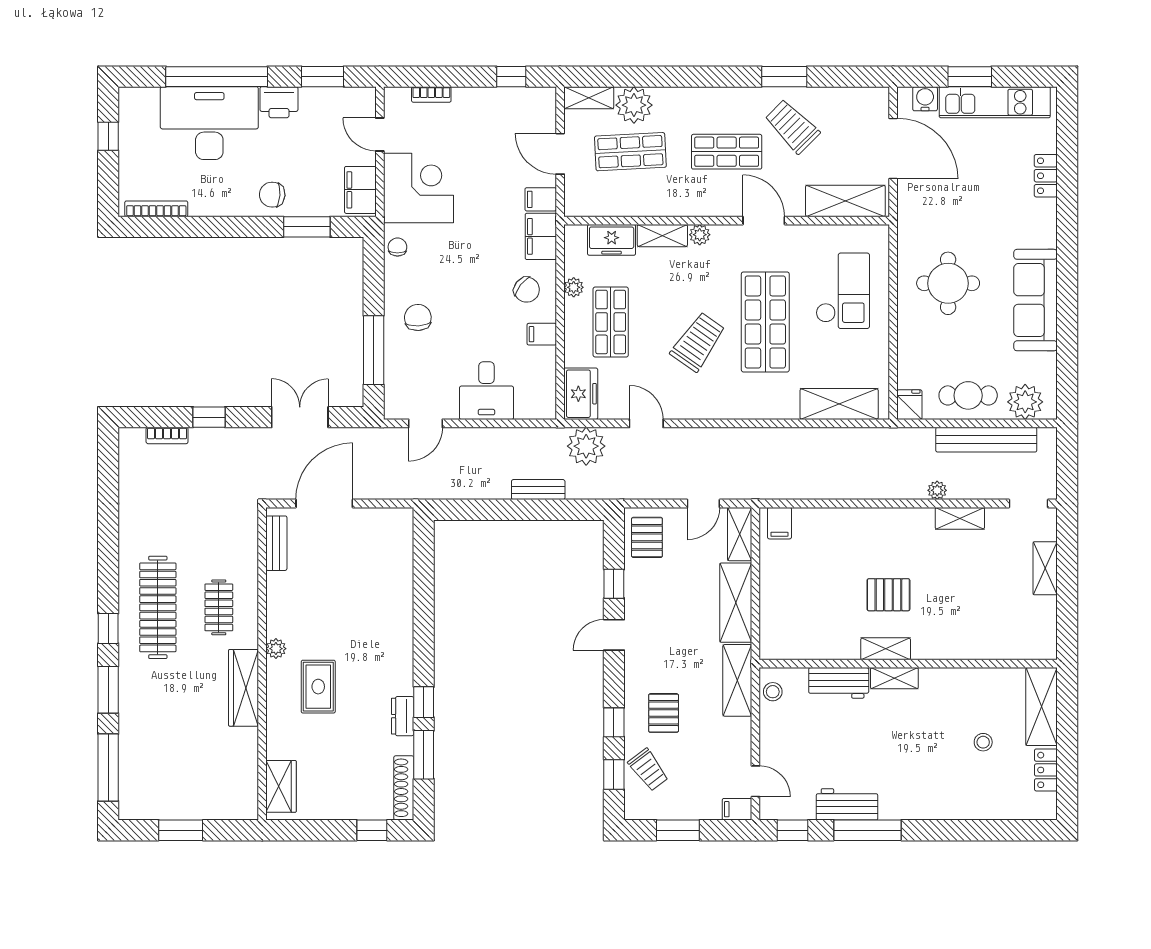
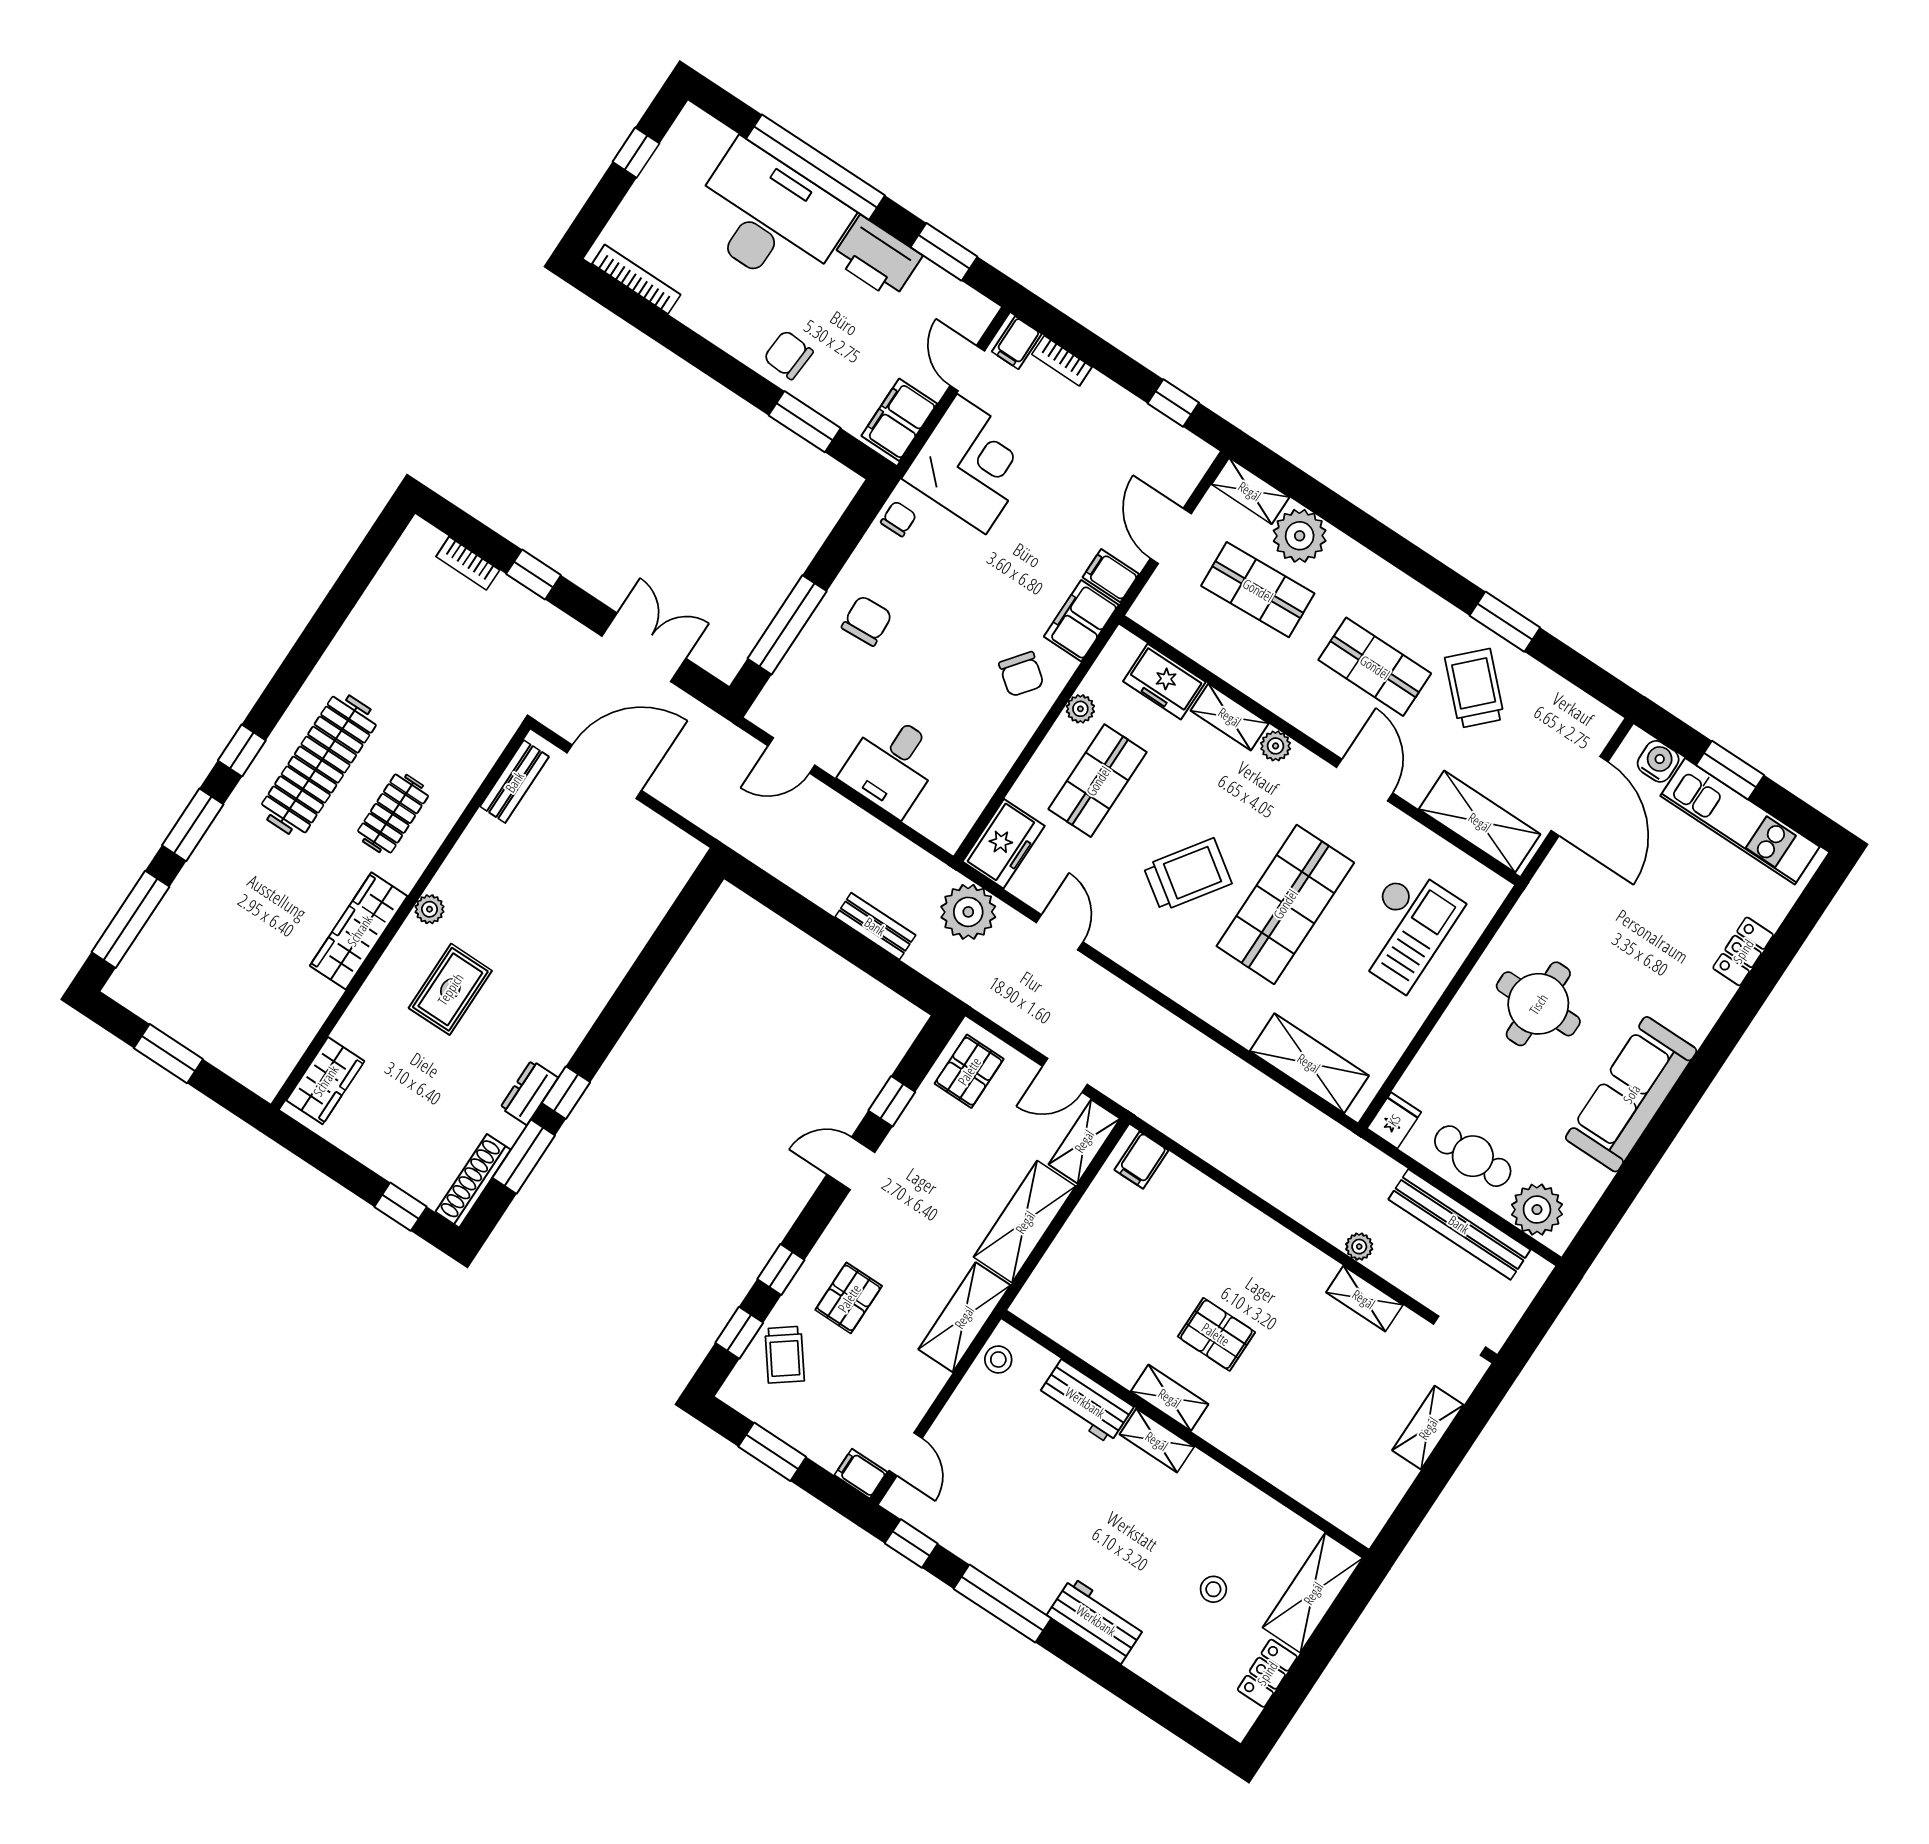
printer: (279, 102) -> (877, 257), width x1.37, depth x1.19
filing cabinet: (542, 334) -> (1017, 343), moved, turned -90
workbench: (847, 804) -> (1096, 1620), moved

